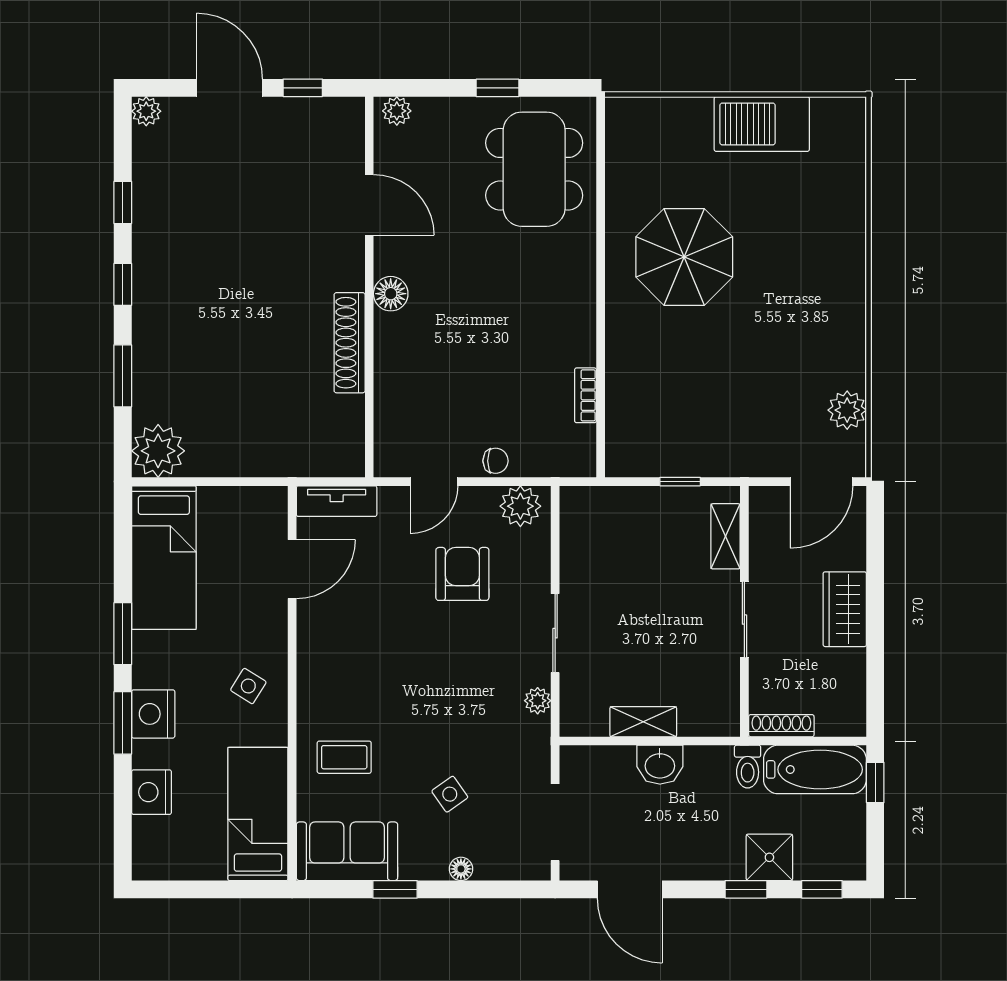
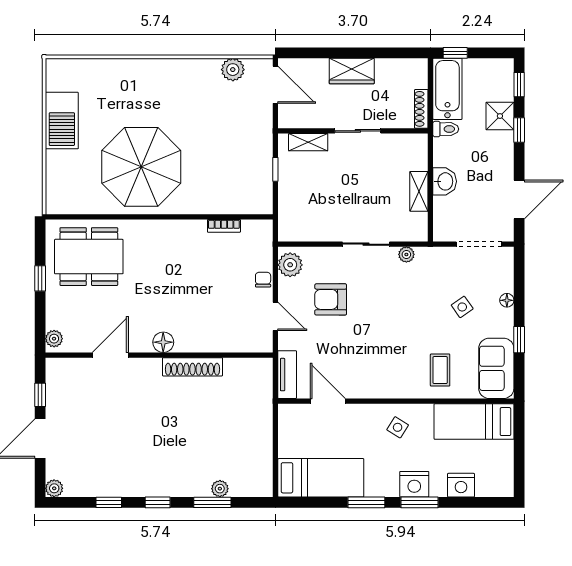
parasol: (684, 257) -> (141, 167), width x1.36, depth x1.36
plant: (158, 451) -> (220, 489), moved, width x0.53, depth x0.53

